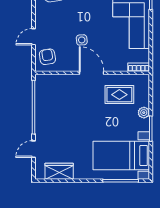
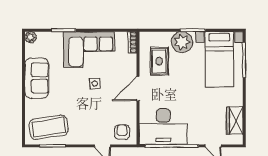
side table: (82, 40) -> (95, 83), moved
armchair: (47, 57) -> (122, 132), turned 99
desk: (53, 99) -> (163, 127), added
plant: (144, 113) -> (182, 42), width x1.87, depth x1.87

